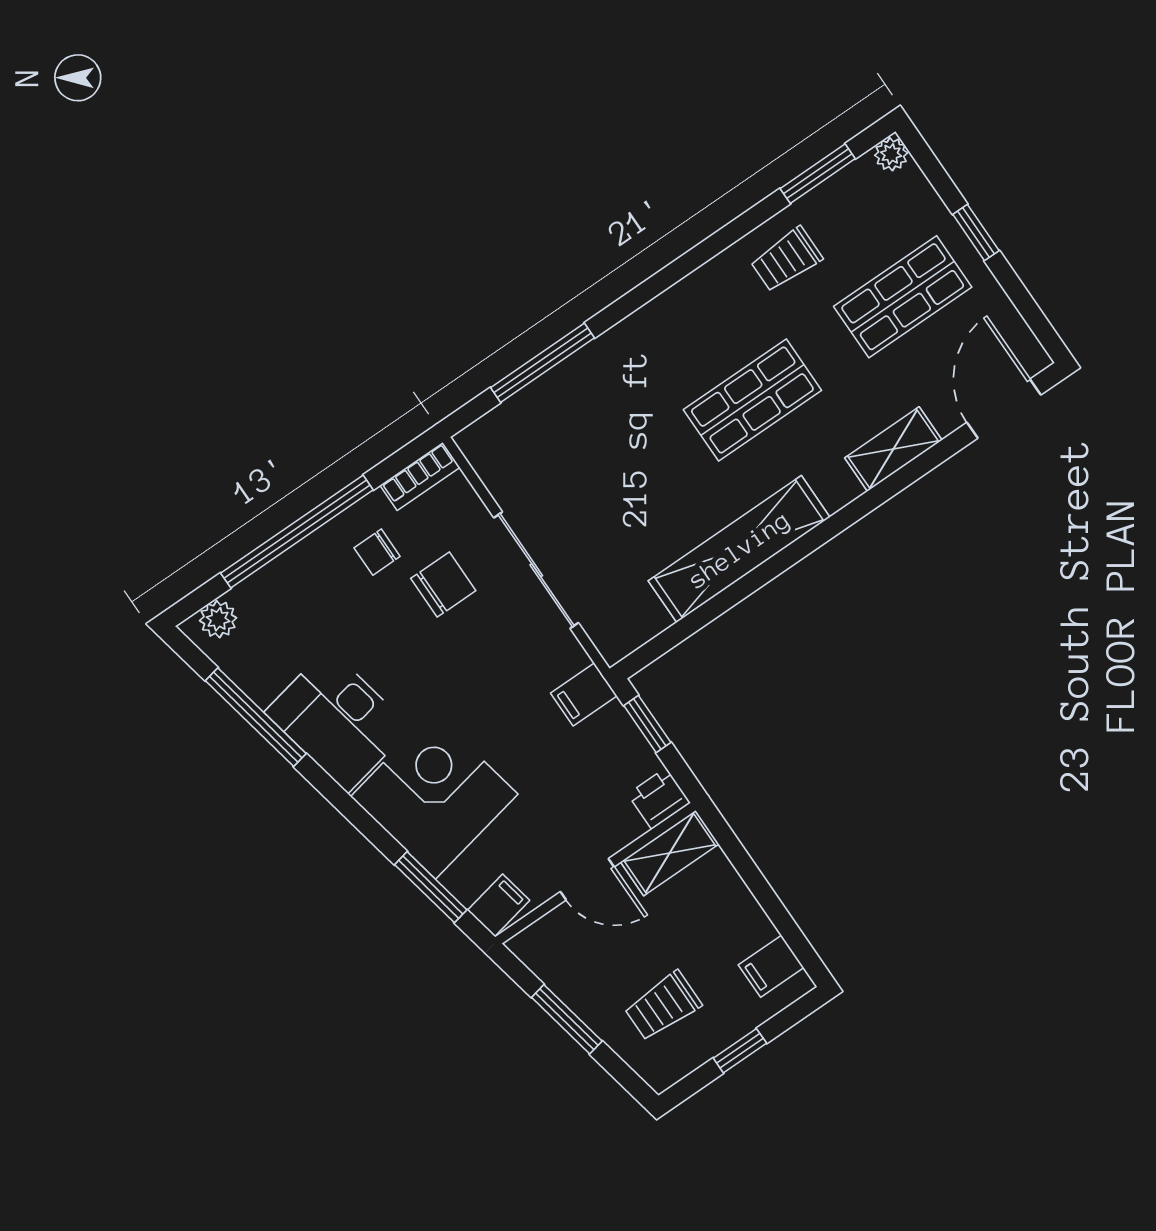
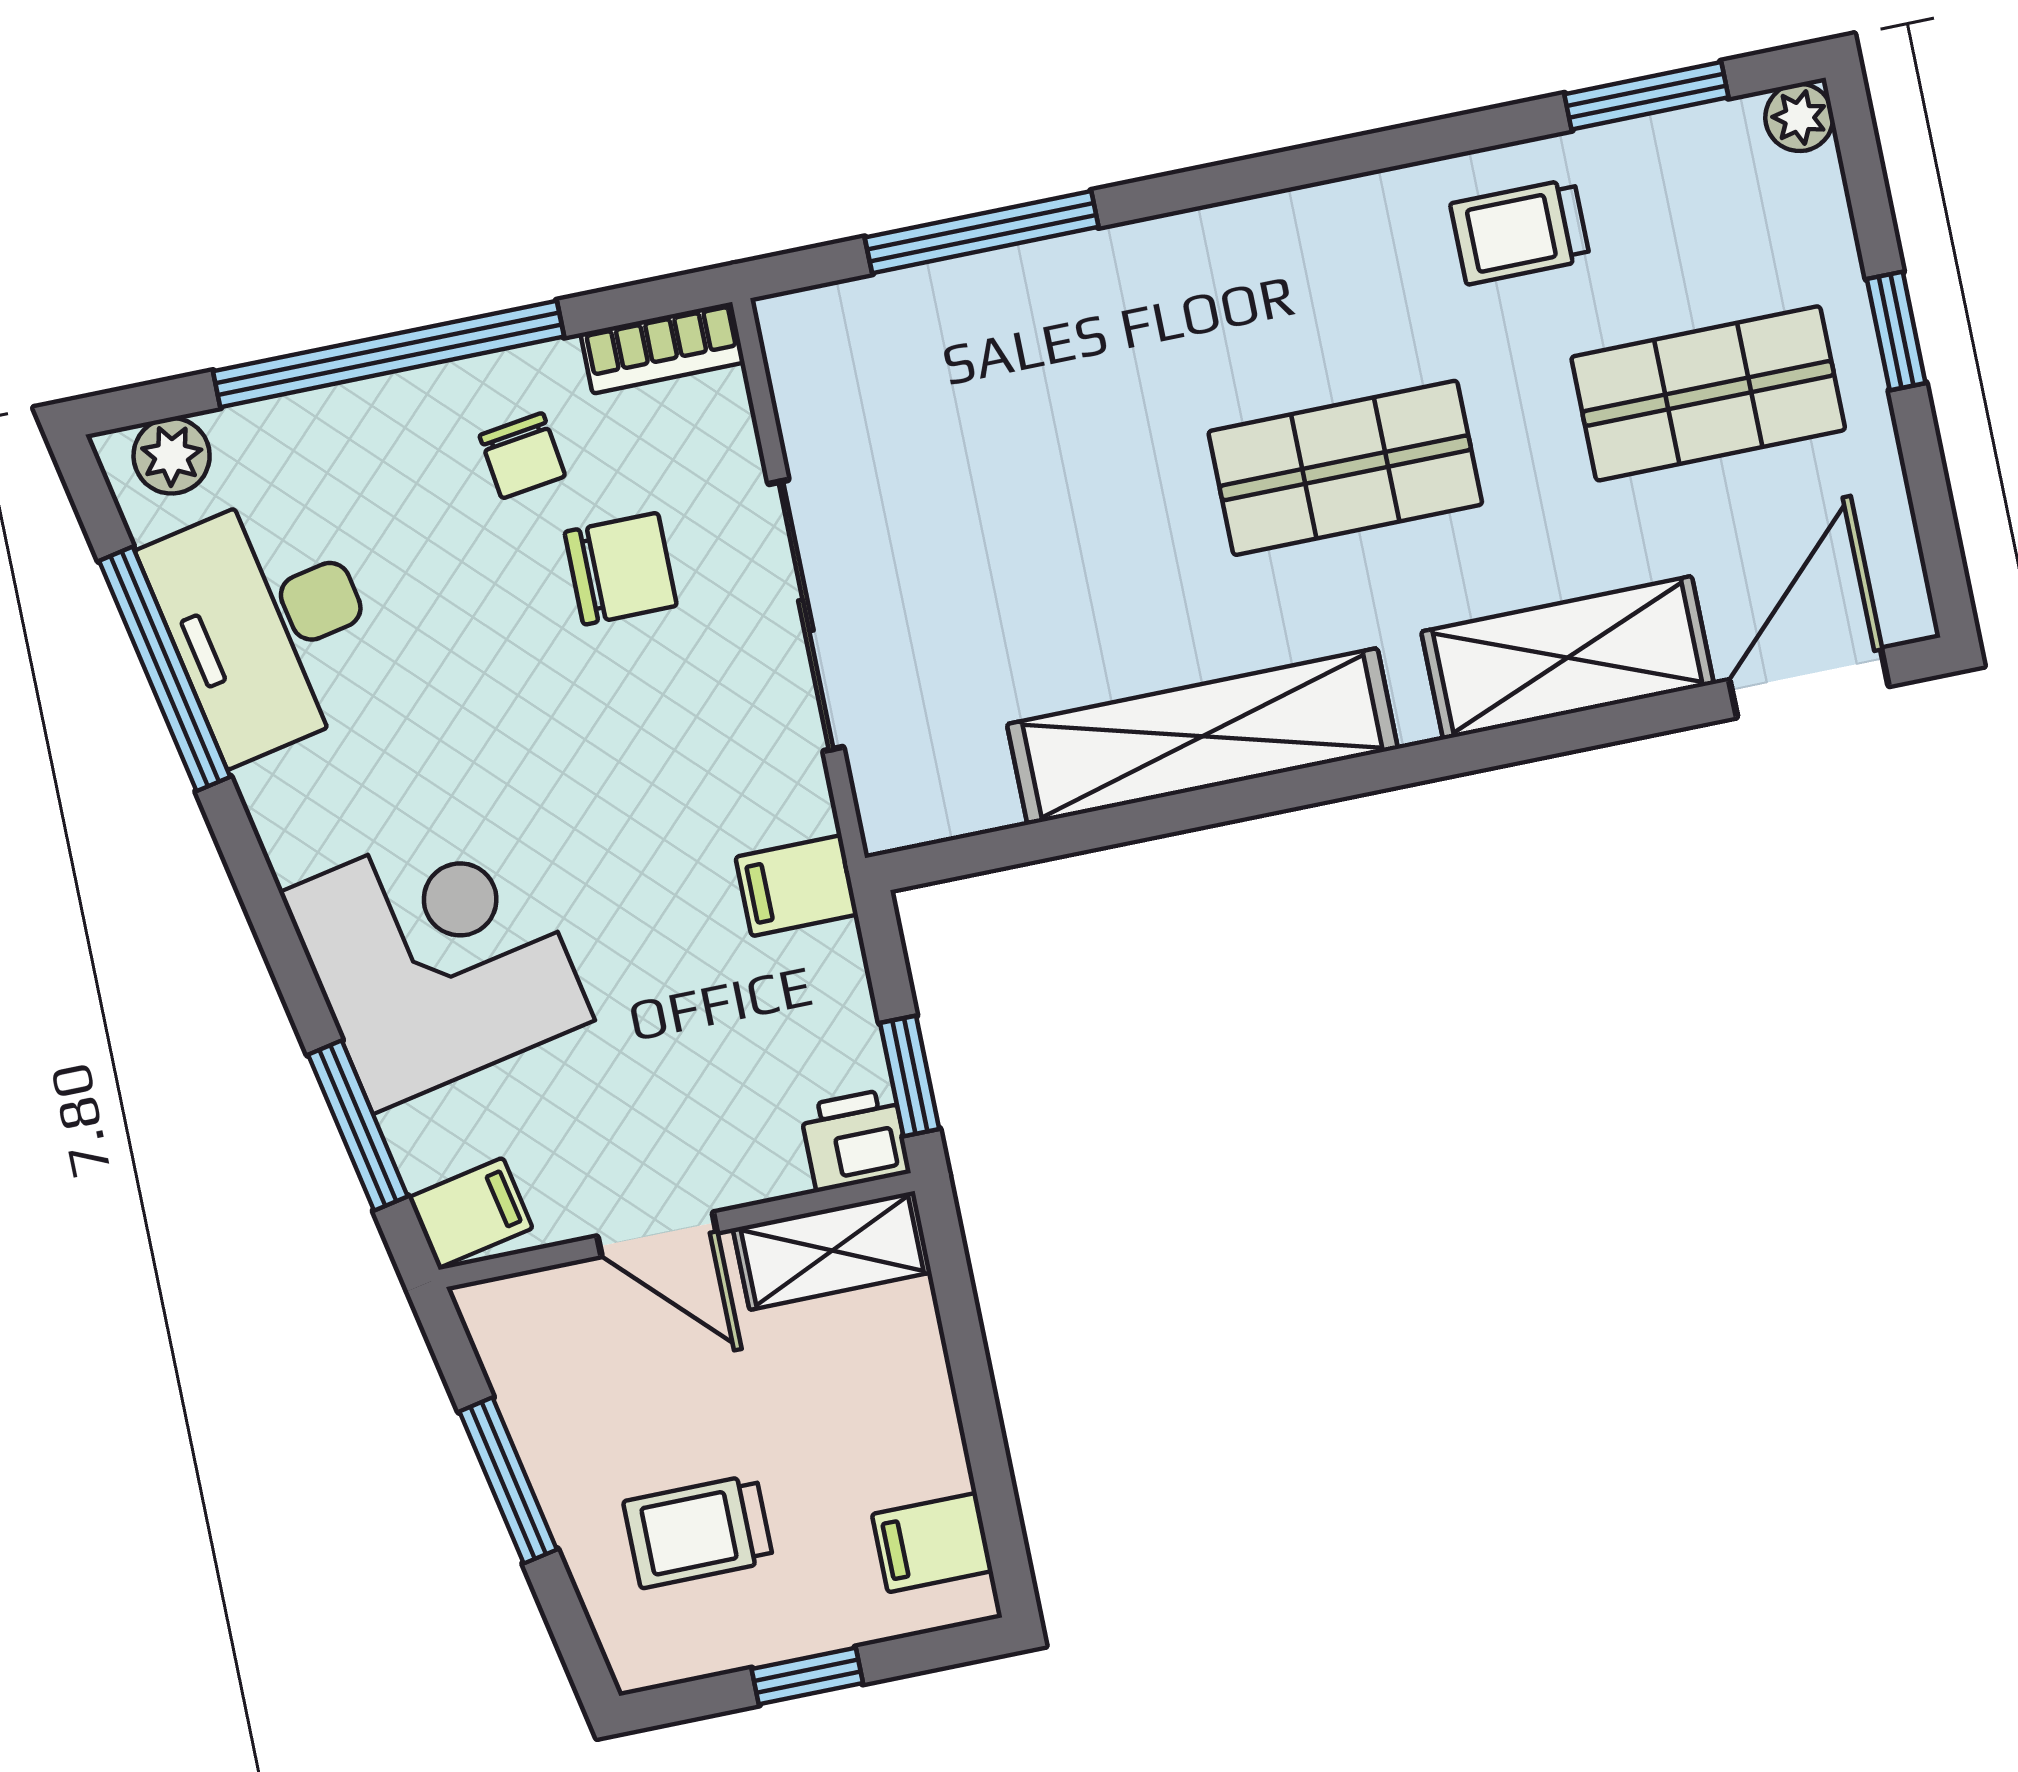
shelving: (893, 449) -> (1567, 658), width x1.50, depth x1.33
chair: (377, 552) -> (522, 456), turned -98
desk: (338, 720) -> (267, 624), moved
window: (647, 724) -> (910, 1076), moved

